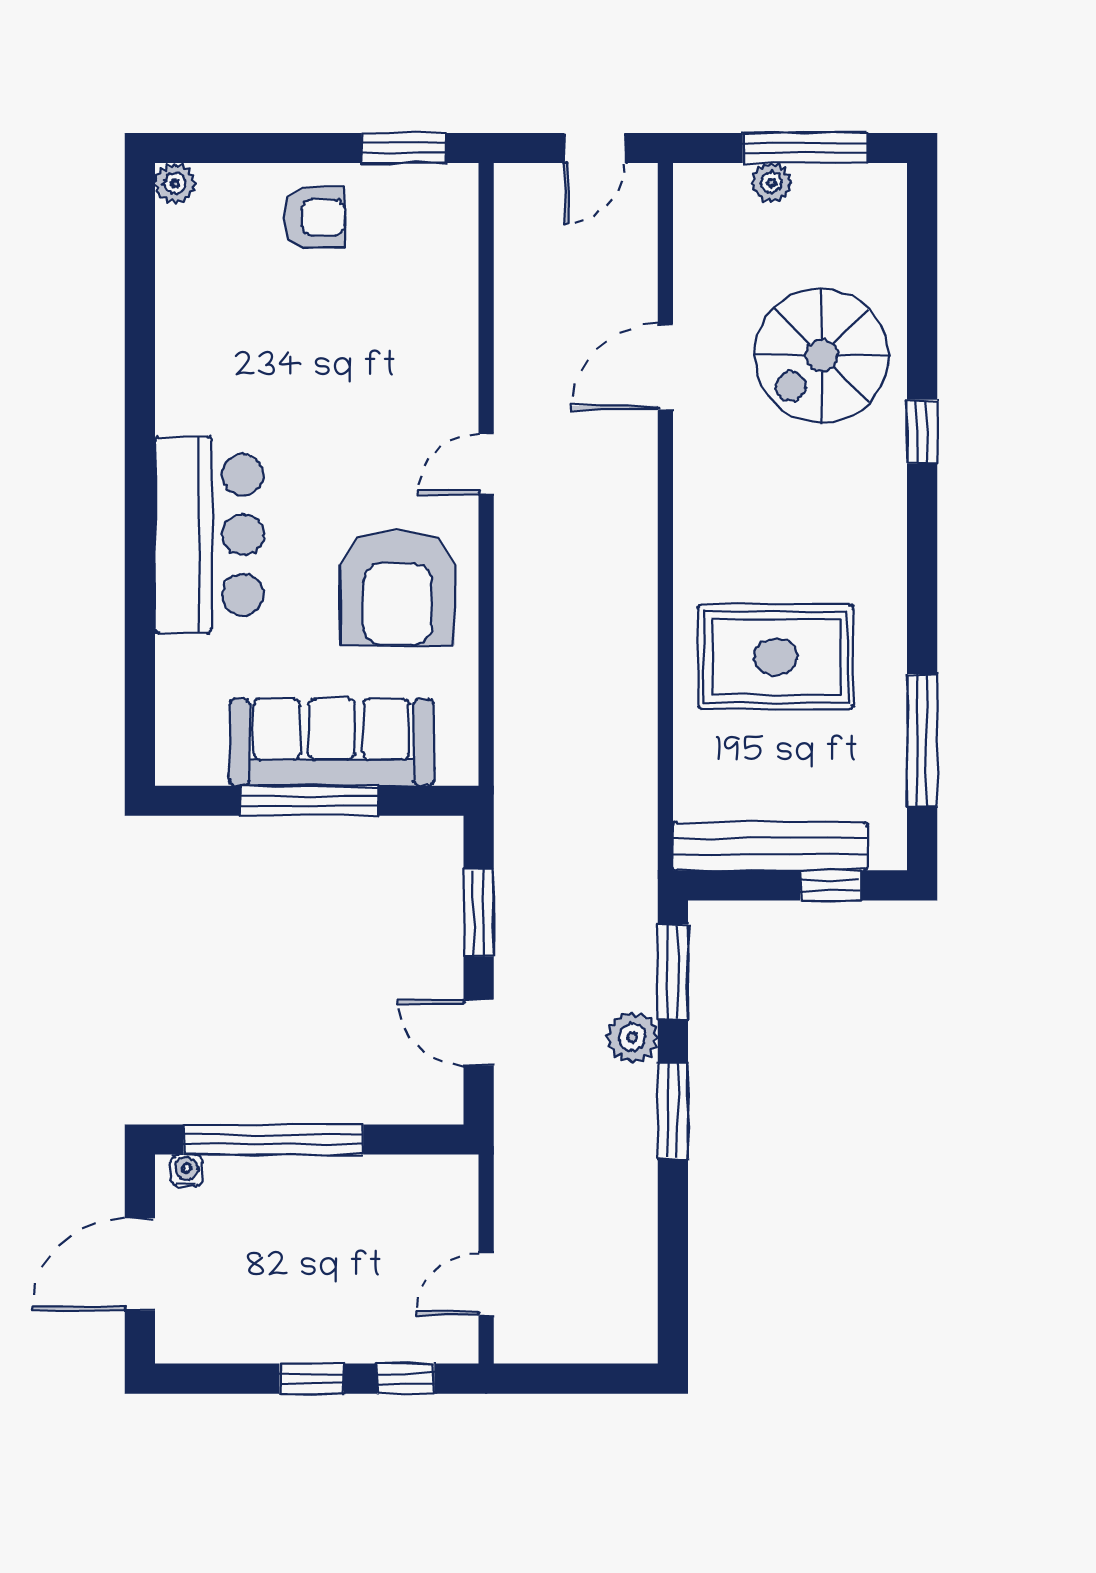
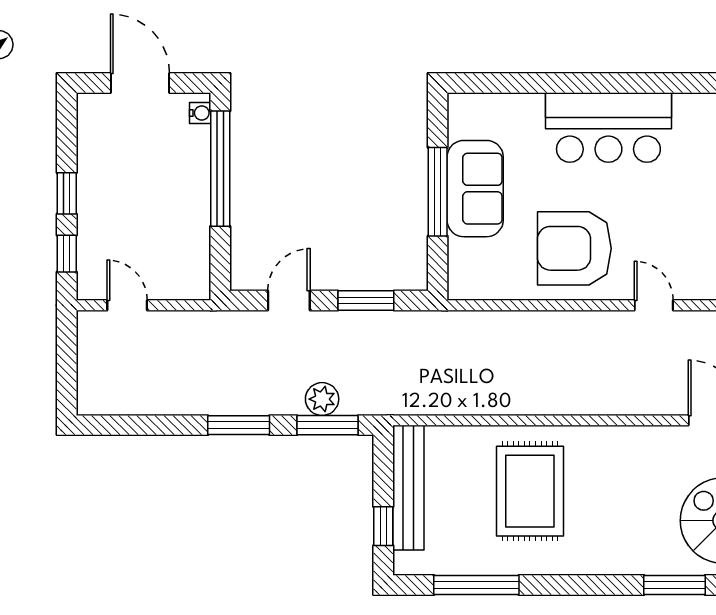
window: (922, 432) -> (675, 585), width x1.50
sofa: (332, 742) -> (475, 189), width x0.73
plant: (632, 1037) -> (322, 399), moved

